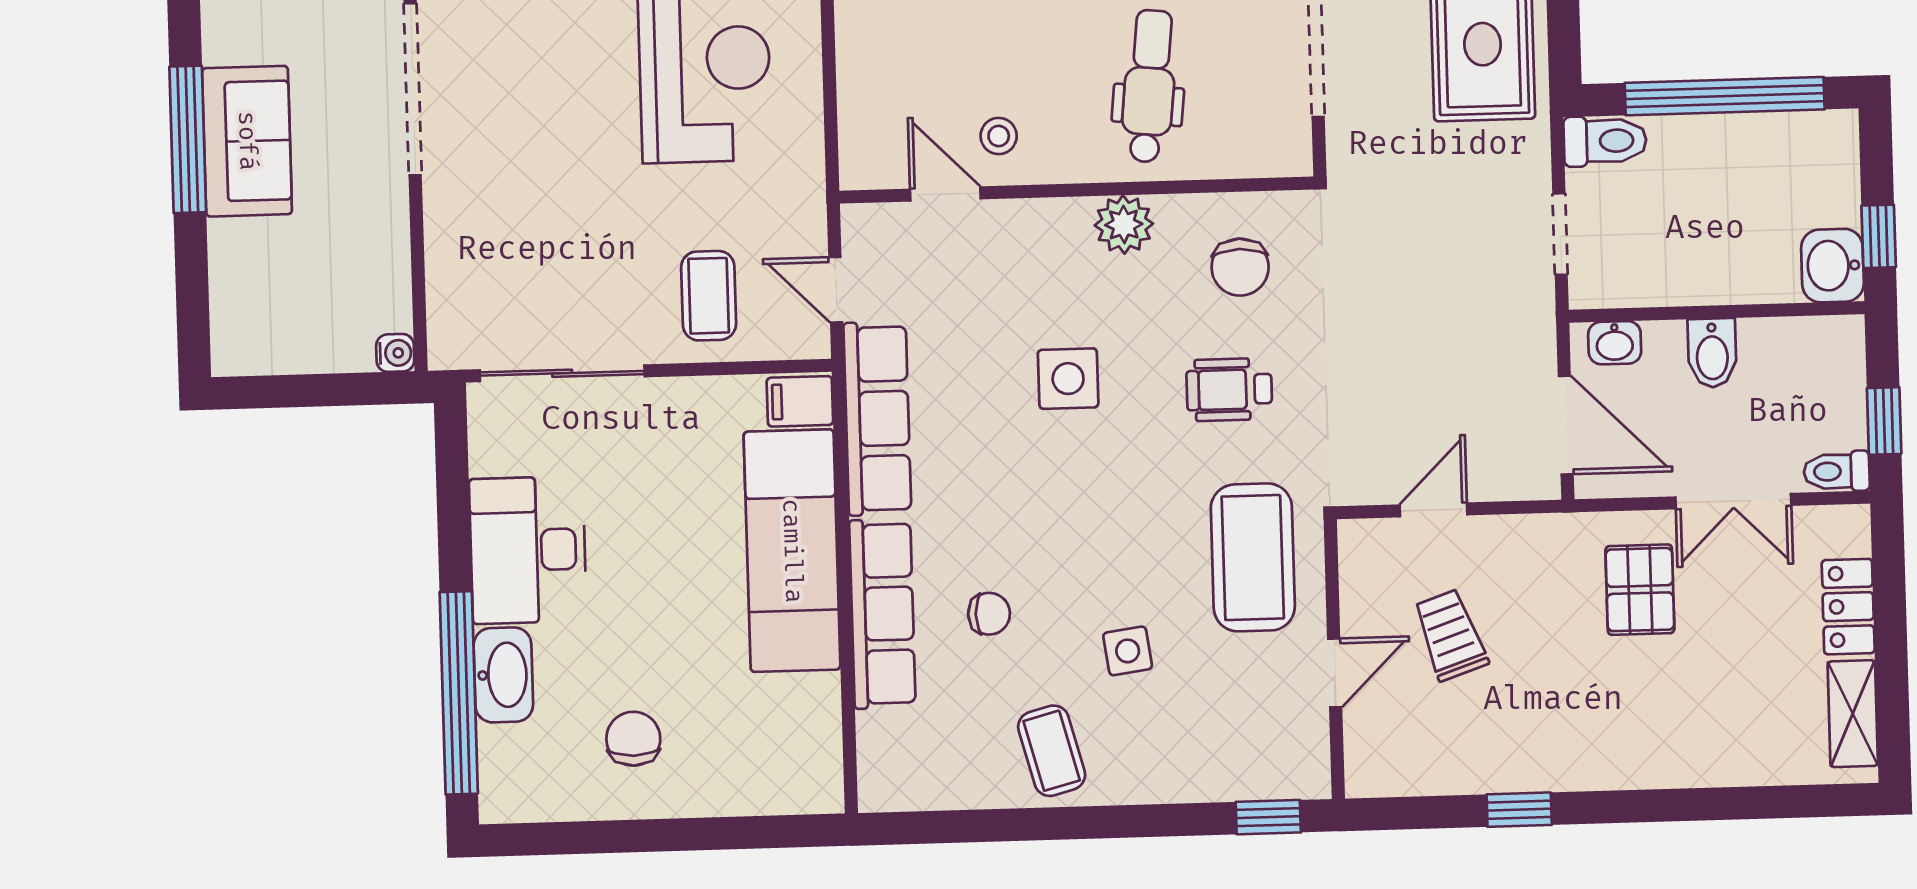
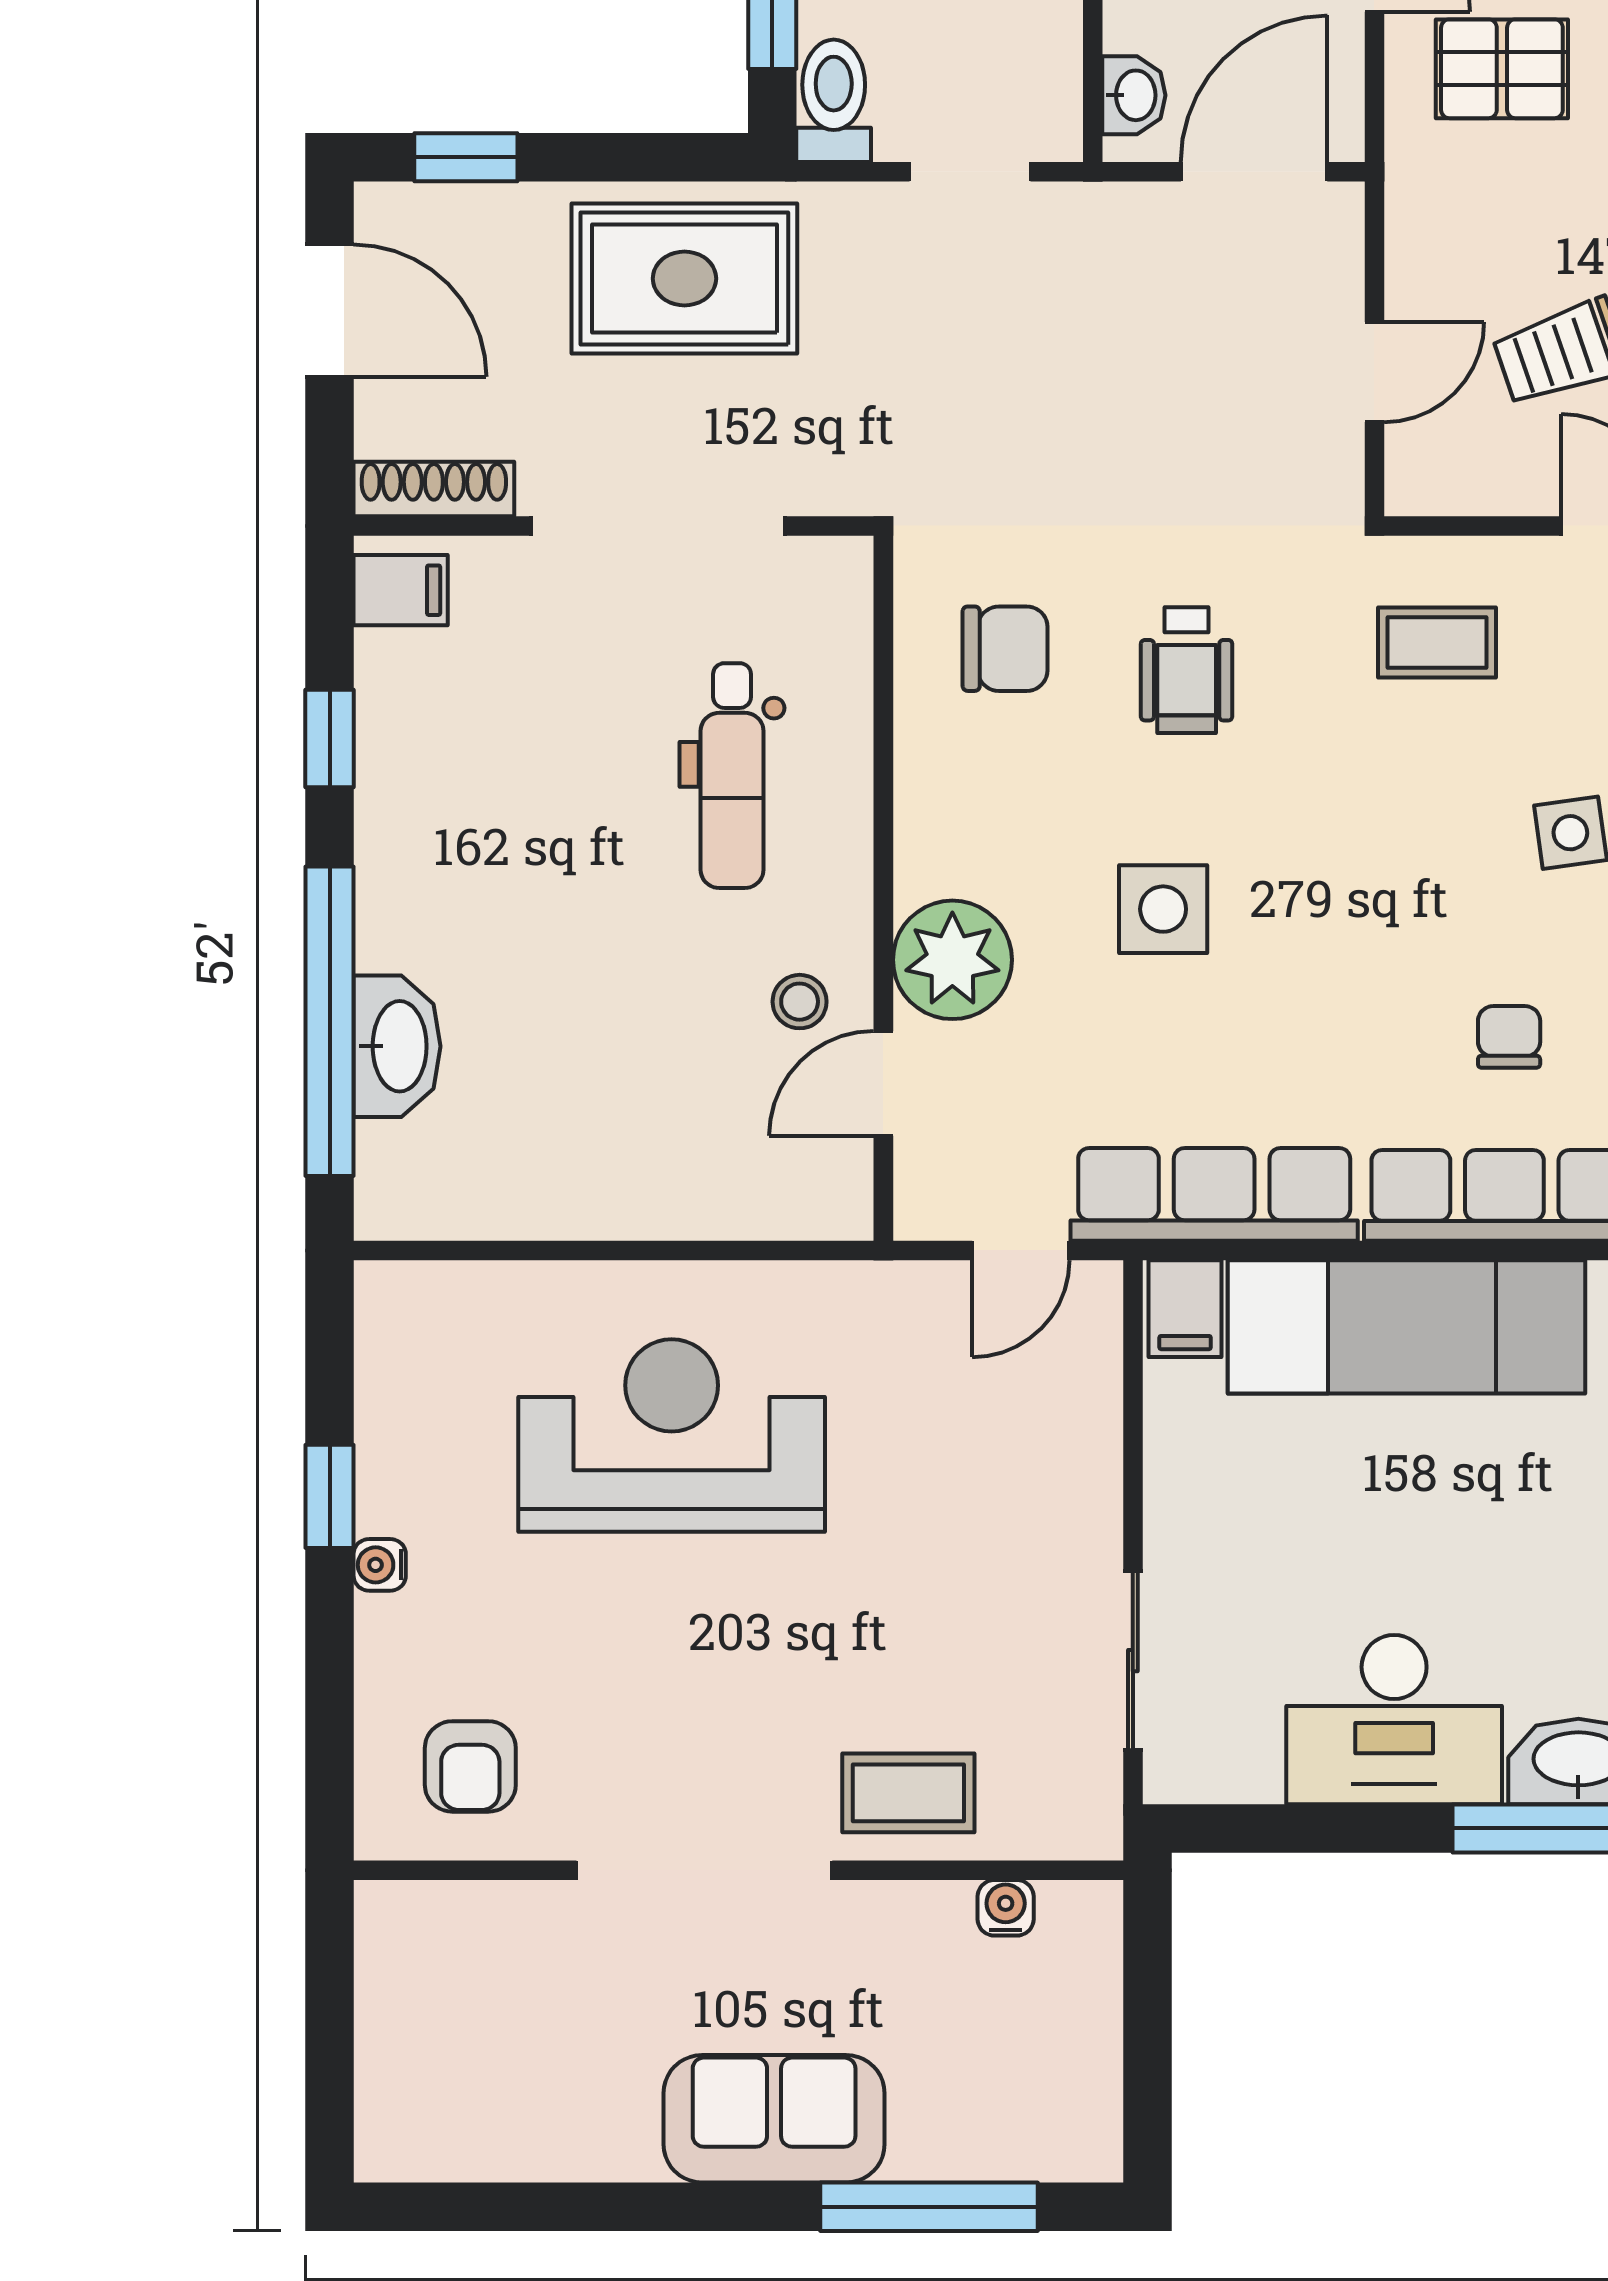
dental chair: (1149, 86) -> (732, 776), turned -96
window: (188, 139) -> (929, 2207), moved
plant: (1124, 224) -> (952, 960), moved, width x1.36, depth x1.36
coffee table: (709, 296) -> (908, 1793), moved
water cooler: (395, 353) -> (1006, 1908), moved
sliding door: (562, 373) -> (1133, 1661), width x0.73
door: (1433, 510) -> (1374, 372), swing flipped
coffee table: (1253, 557) -> (1437, 643), width x0.54, depth x0.58

